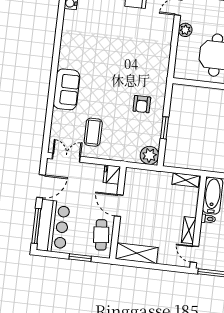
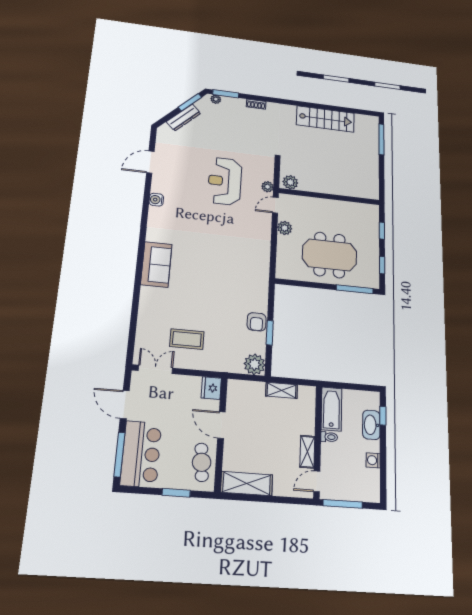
sofa: (66, 89) -> (156, 264), moved
armchair: (142, 104) -> (257, 322), moved
coffee table: (93, 132) -> (187, 339), turned 90
shelving: (186, 180) -> (282, 390), moved
door: (41, 186) -> (125, 405), swing flipped
door: (194, 254) -> (317, 481), hinge flipped

